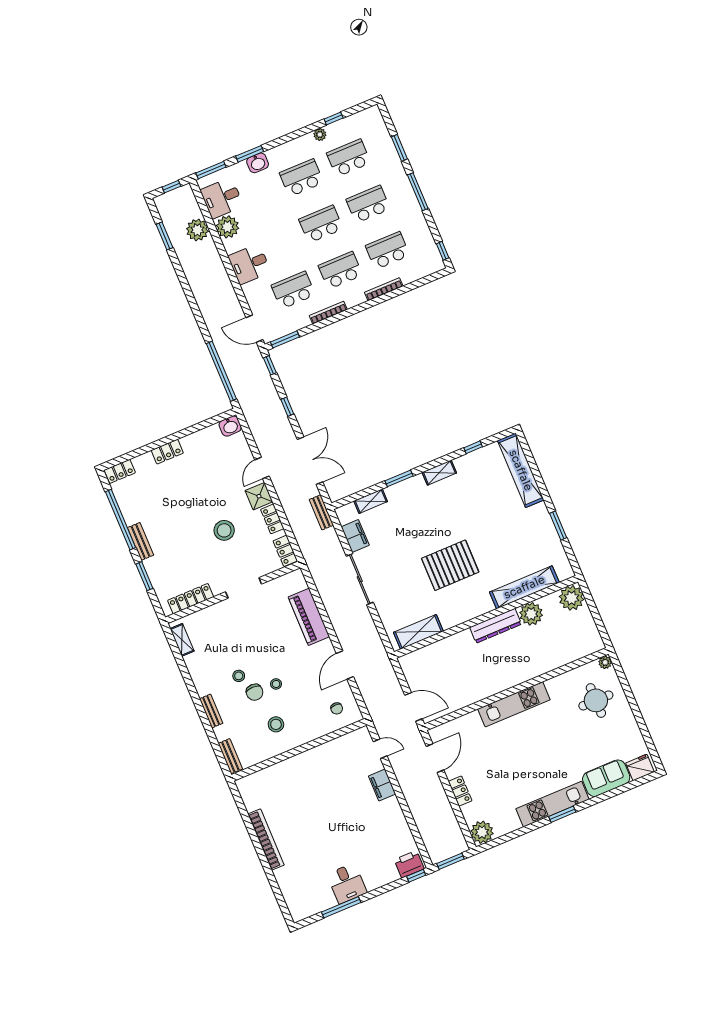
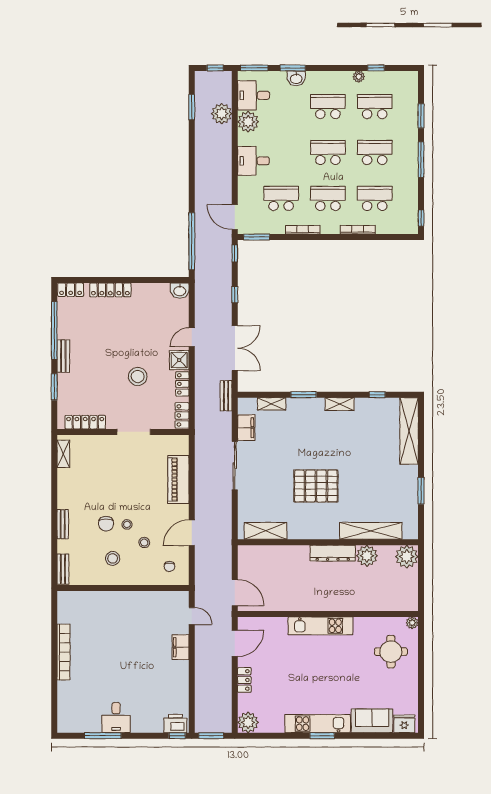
locker: (167, 452) -> (110, 290), width x1.53
stool: (239, 676) -> (144, 542), moved

